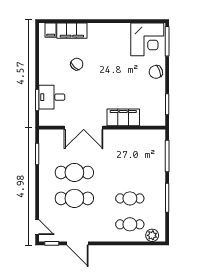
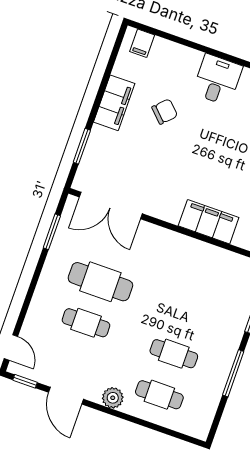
filing cabinet: (72, 31) -> (114, 103), moved, turned -90
desk: (52, 97) -> (217, 80), moved, turned 90
double door: (84, 128) -> (111, 205), moved
cafe table: (74, 198) -> (86, 323), width x0.73, depth x0.74
plant: (152, 235) -> (113, 398), moved

